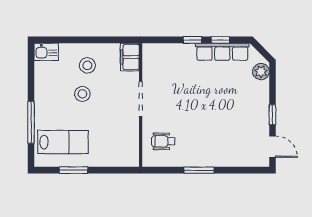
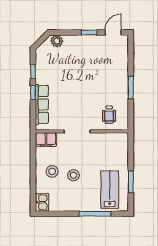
row of seats: (222, 52) -> (42, 104), moved

